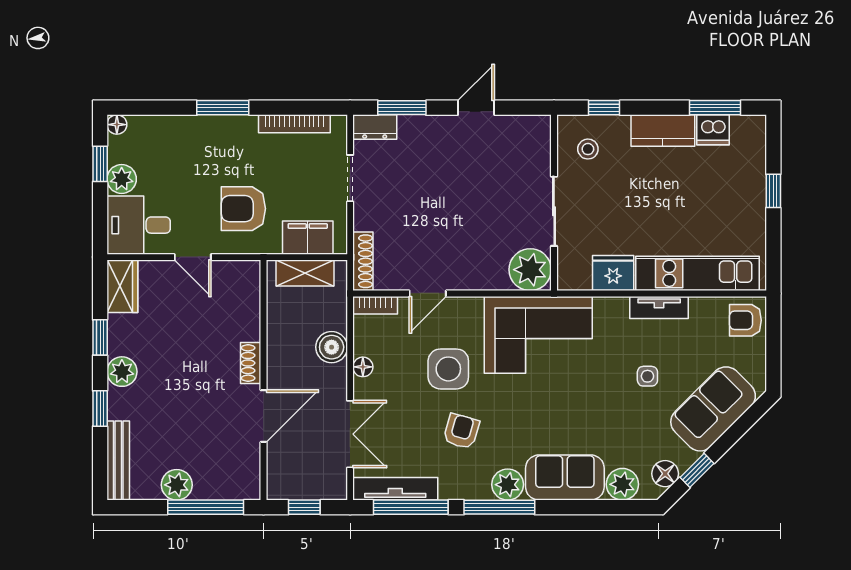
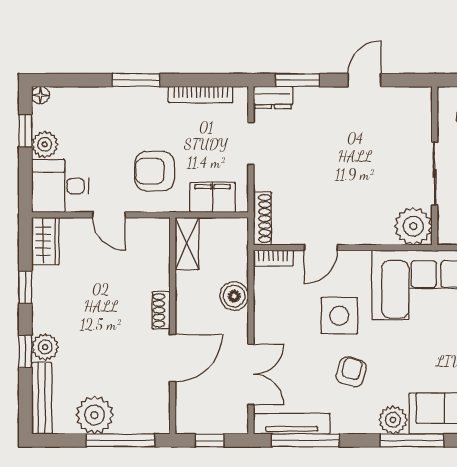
shelving: (305, 273) -> (187, 243), moved, turned 90
floor lamp: (363, 367) -> (262, 314), removed
plant: (122, 372) -> (45, 347), moved
plant: (177, 485) -> (94, 415), width x1.36, depth x1.36
window: (499, 507) -> (412, 440), moved

